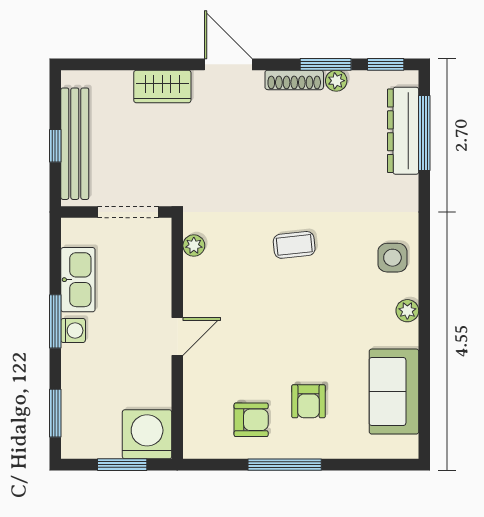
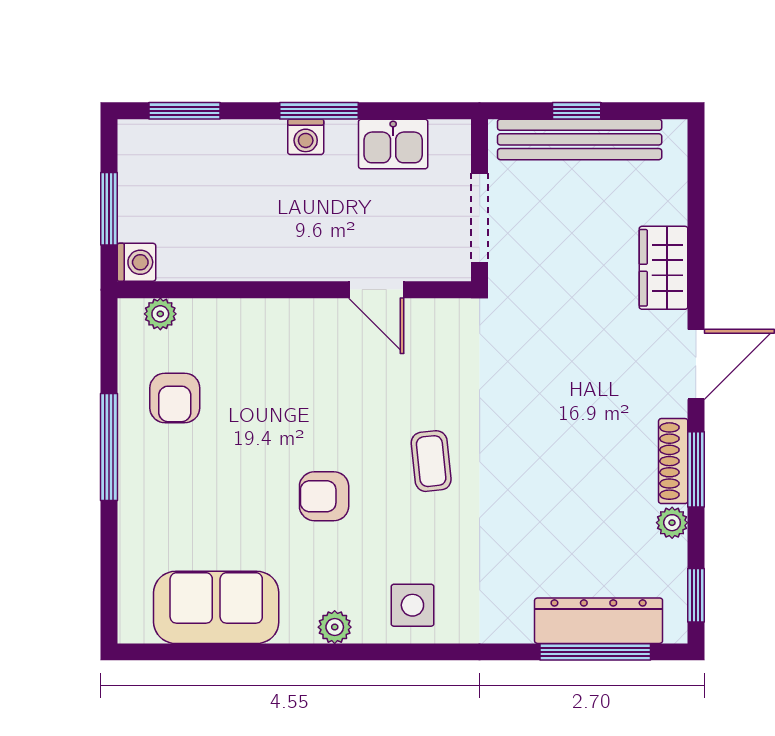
window: (326, 64) -> (696, 469), moved
plant: (194, 246) -> (160, 314), moved
kitchen sink: (78, 280) -> (393, 144), width x0.73
door: (177, 337) -> (376, 290), moved
armchair: (308, 401) -> (324, 496), moved
washing machine: (147, 434) -> (136, 262), width x0.53, depth x0.53

